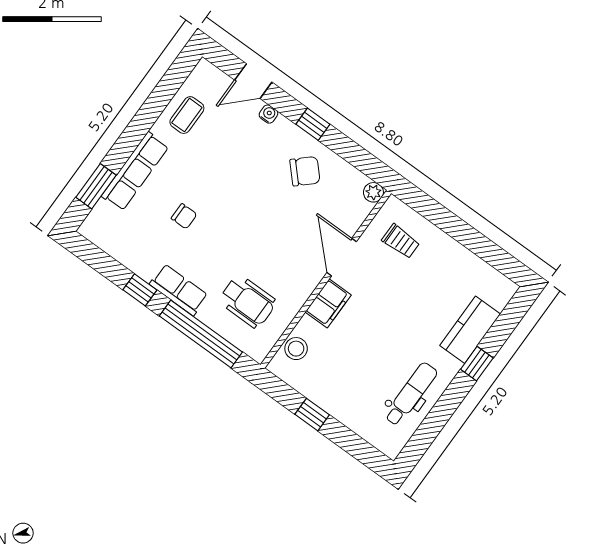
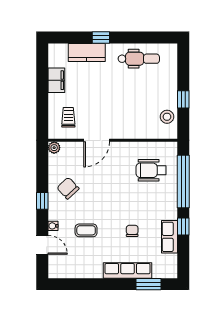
coffee table: (187, 115) -> (86, 230), moved
row of seats: (179, 290) -> (170, 237), moved
wheelchair: (248, 301) -> (151, 170), turned -90
filing cabinet: (328, 303) -> (56, 80), moved, turned 90
stool: (296, 349) -> (167, 117), moved
dental chair: (411, 394) -> (139, 59), turned 180

